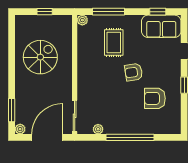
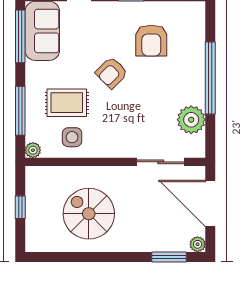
window: (158, 12) -> (20, 36), width x2.17
side table: (91, 46) -> (72, 137), added
armchair: (134, 72) -> (112, 73), turned 54
sliding door: (75, 116) -> (161, 162), moved
plant: (98, 129) -> (191, 120), width x1.87, depth x1.87

